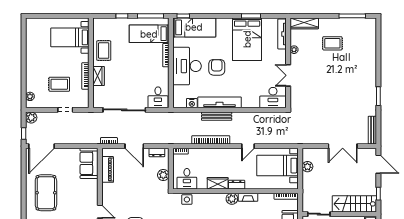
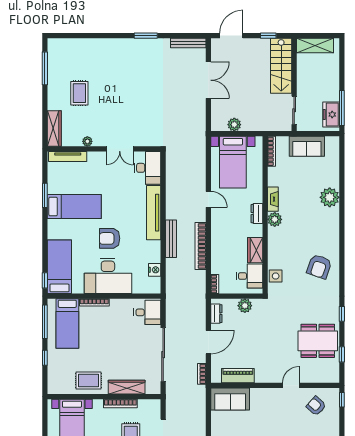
bed: (247, 39) -> (74, 207), width x0.67
wardrobe: (98, 76) -> (127, 387), width x1.50
tv unit: (220, 102) -> (154, 213), moved
wardrobe: (218, 183) -> (255, 250), moved

